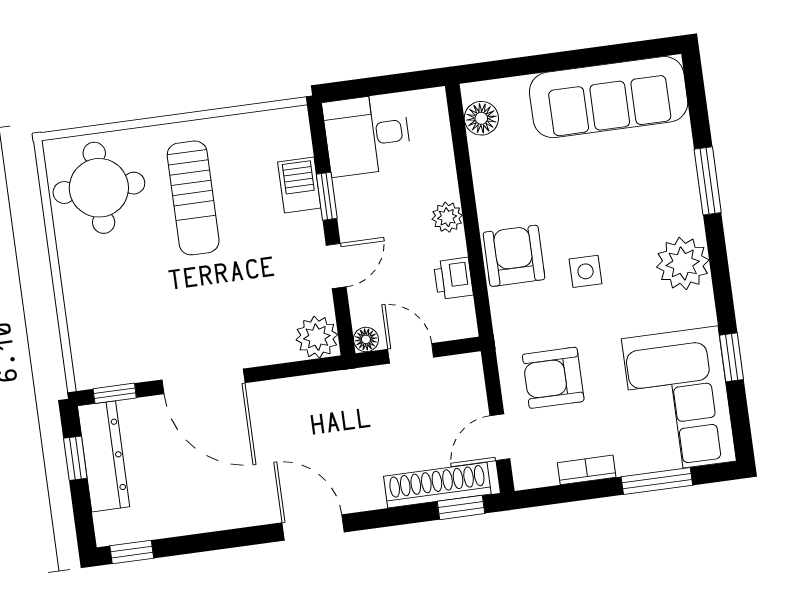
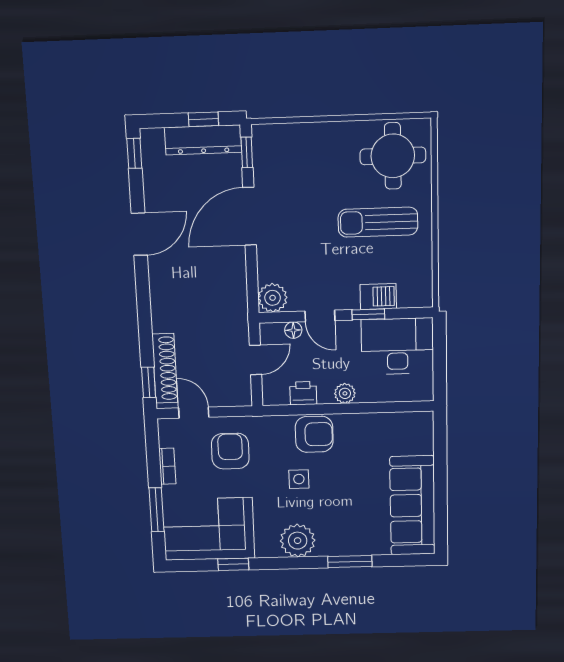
floor lamp: (481, 118) -> (409, 423), removed
desk: (367, 135) -> (397, 346), width x1.37
floor lamp: (366, 339) -> (293, 330), moved
door: (313, 527) -> (139, 234), moved

